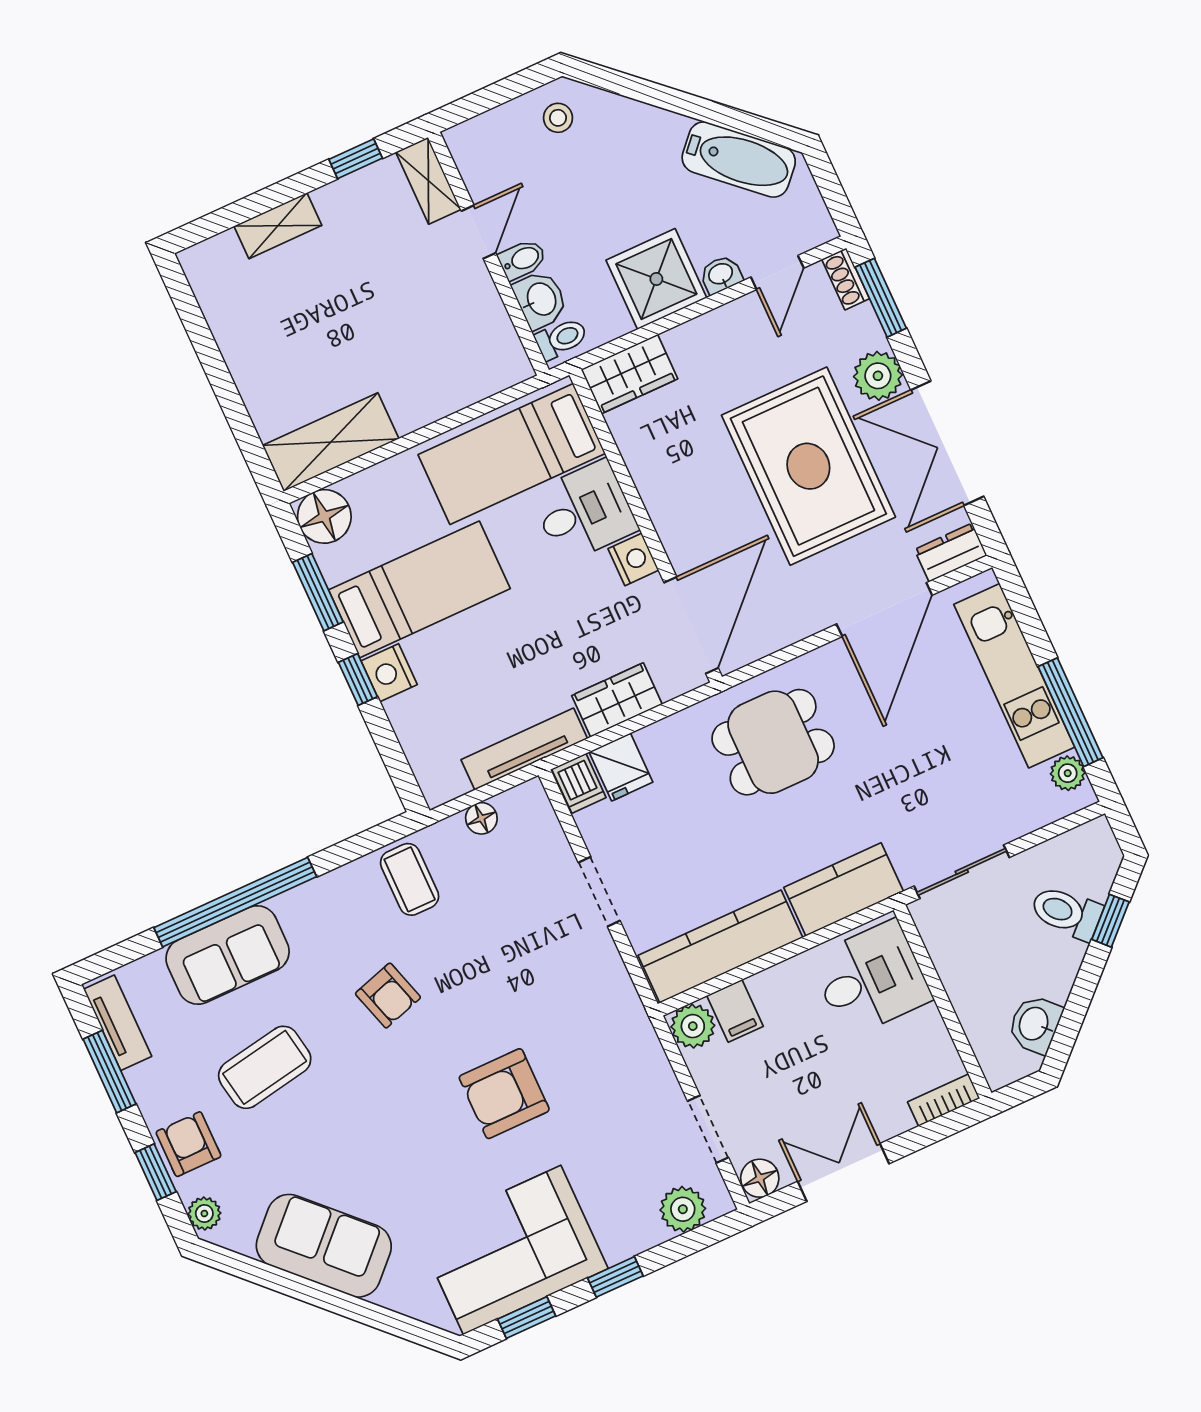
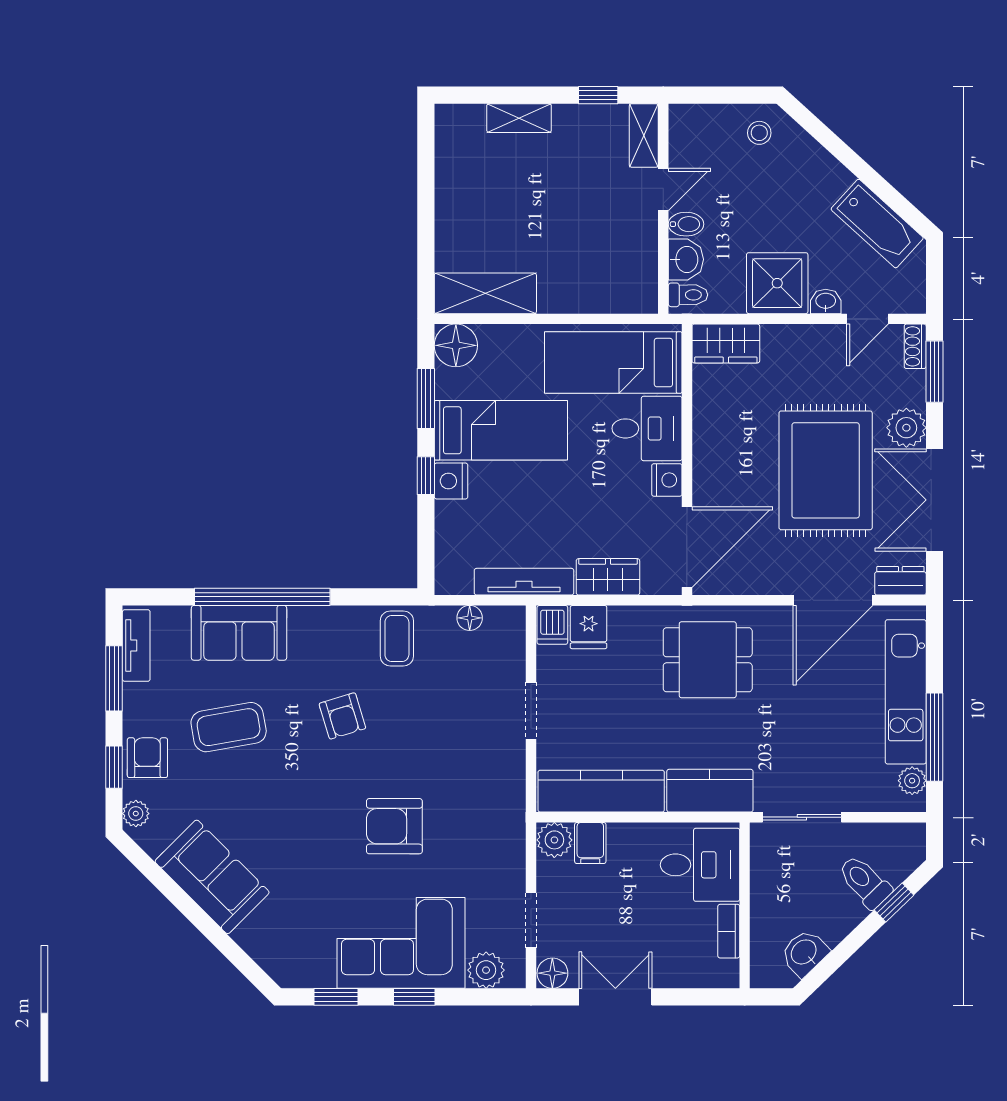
bookcase: (944, 1100) -> (729, 931), moved, turned -90
corner sofa: (512, 1250) -> (401, 943), moved

